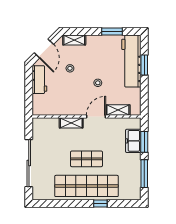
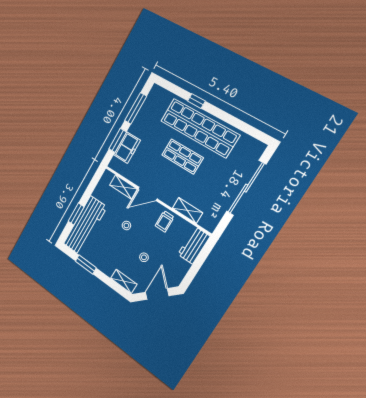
workbench: (39, 80) -> (194, 245), moved
trolley: (71, 104) -> (165, 221), added
shelving: (71, 123) -> (187, 210), moved

